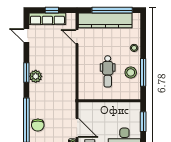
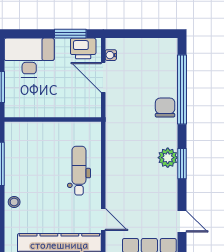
dental chair: (108, 71) -> (79, 171), moved
stool: (131, 72) -> (19, 164), removed
chair: (38, 125) -> (165, 108), moved

